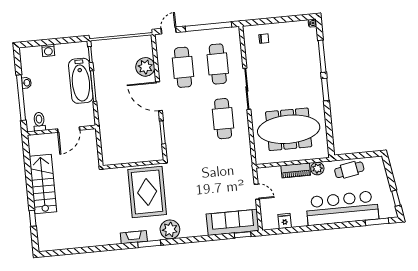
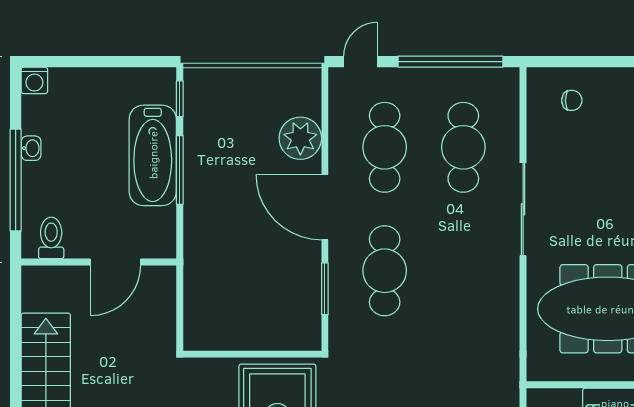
washing machine: (48, 50) -> (34, 80), moved
cafe table: (223, 119) -> (385, 271), moved

